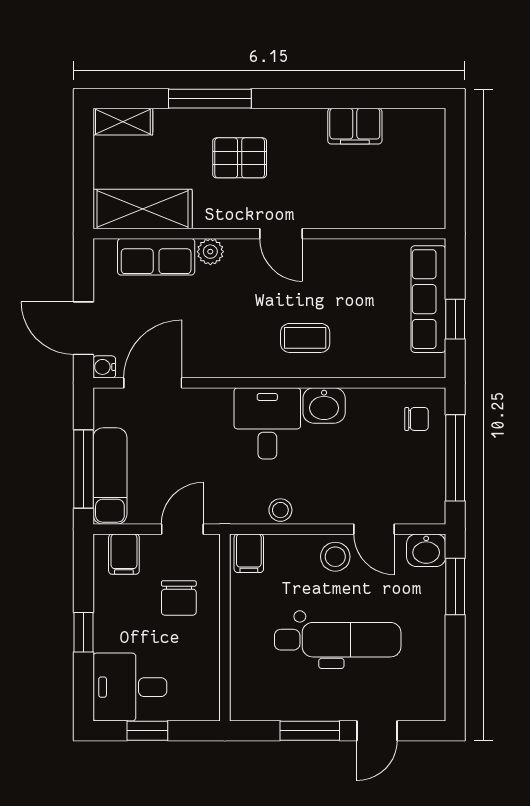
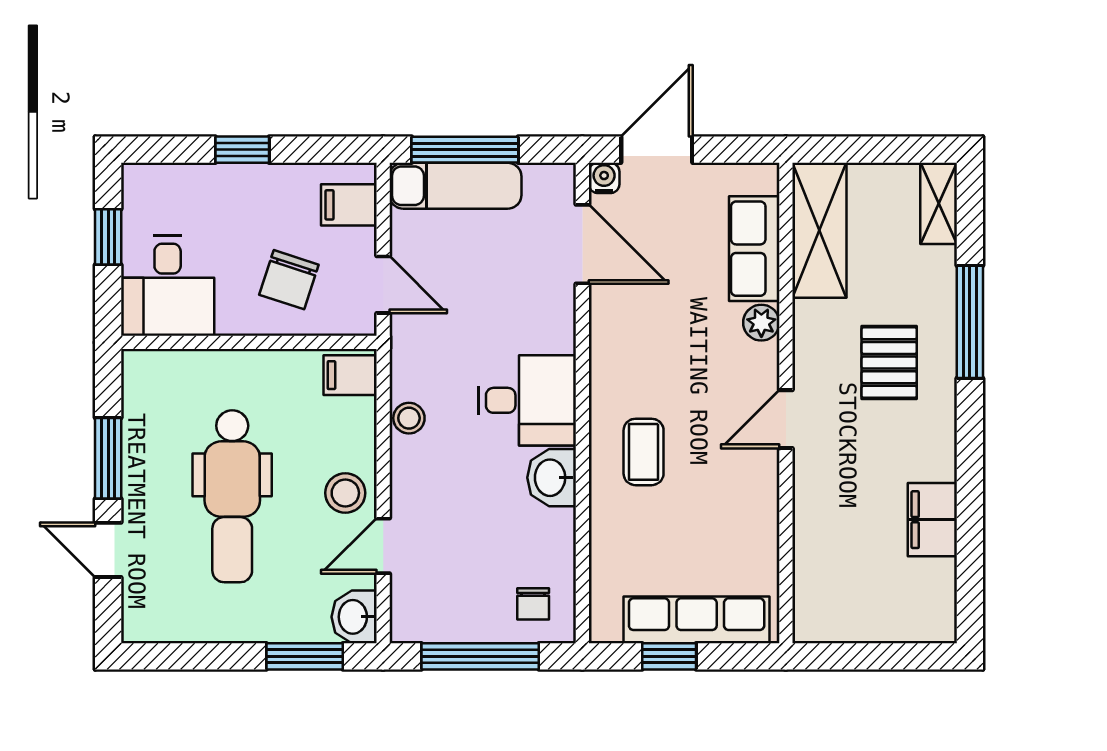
chair: (179, 598) -> (289, 280), turned -72
desk: (130, 687) -> (168, 286), moved, turned 180

